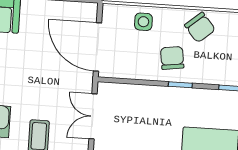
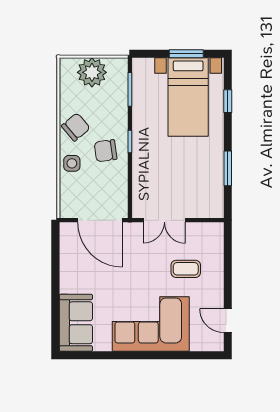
side table: (143, 22) -> (72, 163), moved
door: (98, 47) -> (100, 220), hinge flipped

